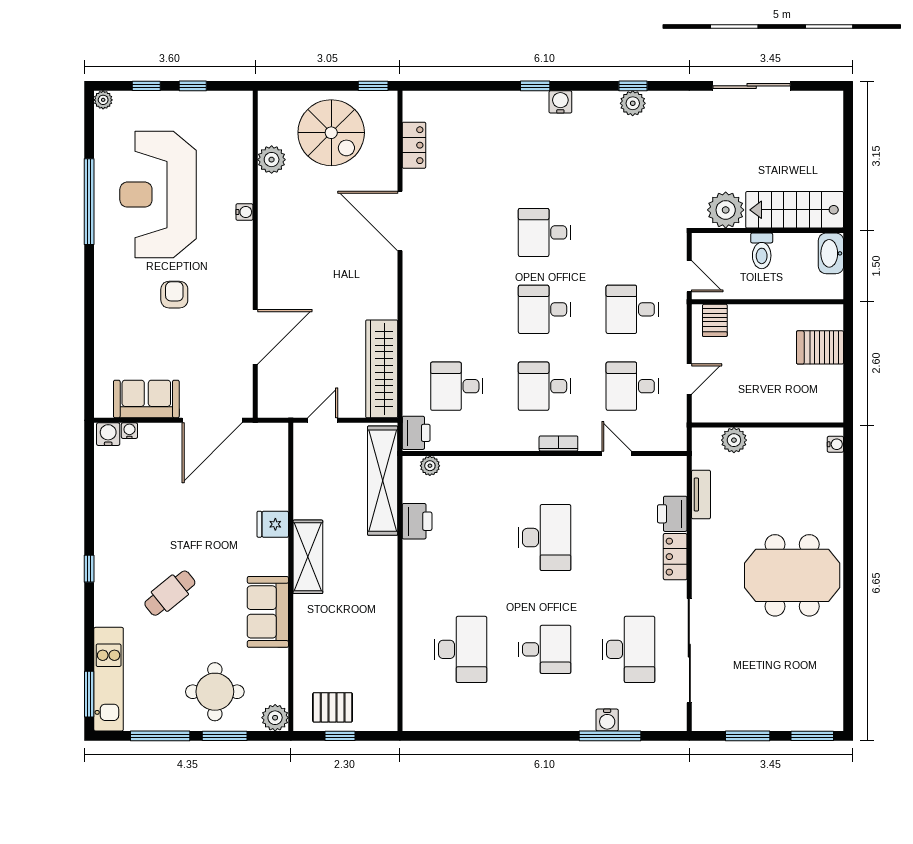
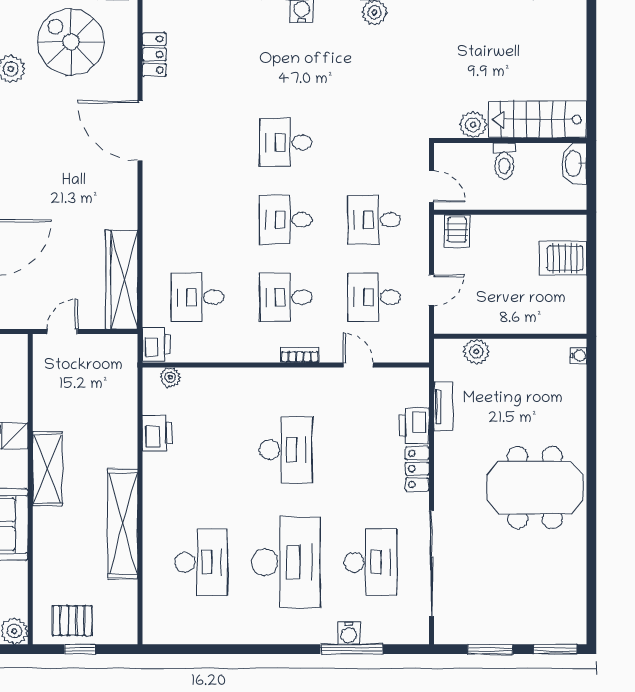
spiral stairs: (331, 133) -> (71, 42), turned 180
plant: (726, 210) -> (473, 125), width x0.73, depth x0.73
shelving: (383, 481) -> (123, 524), moved
desk: (545, 649) -> (286, 562), width x1.87, depth x1.30

